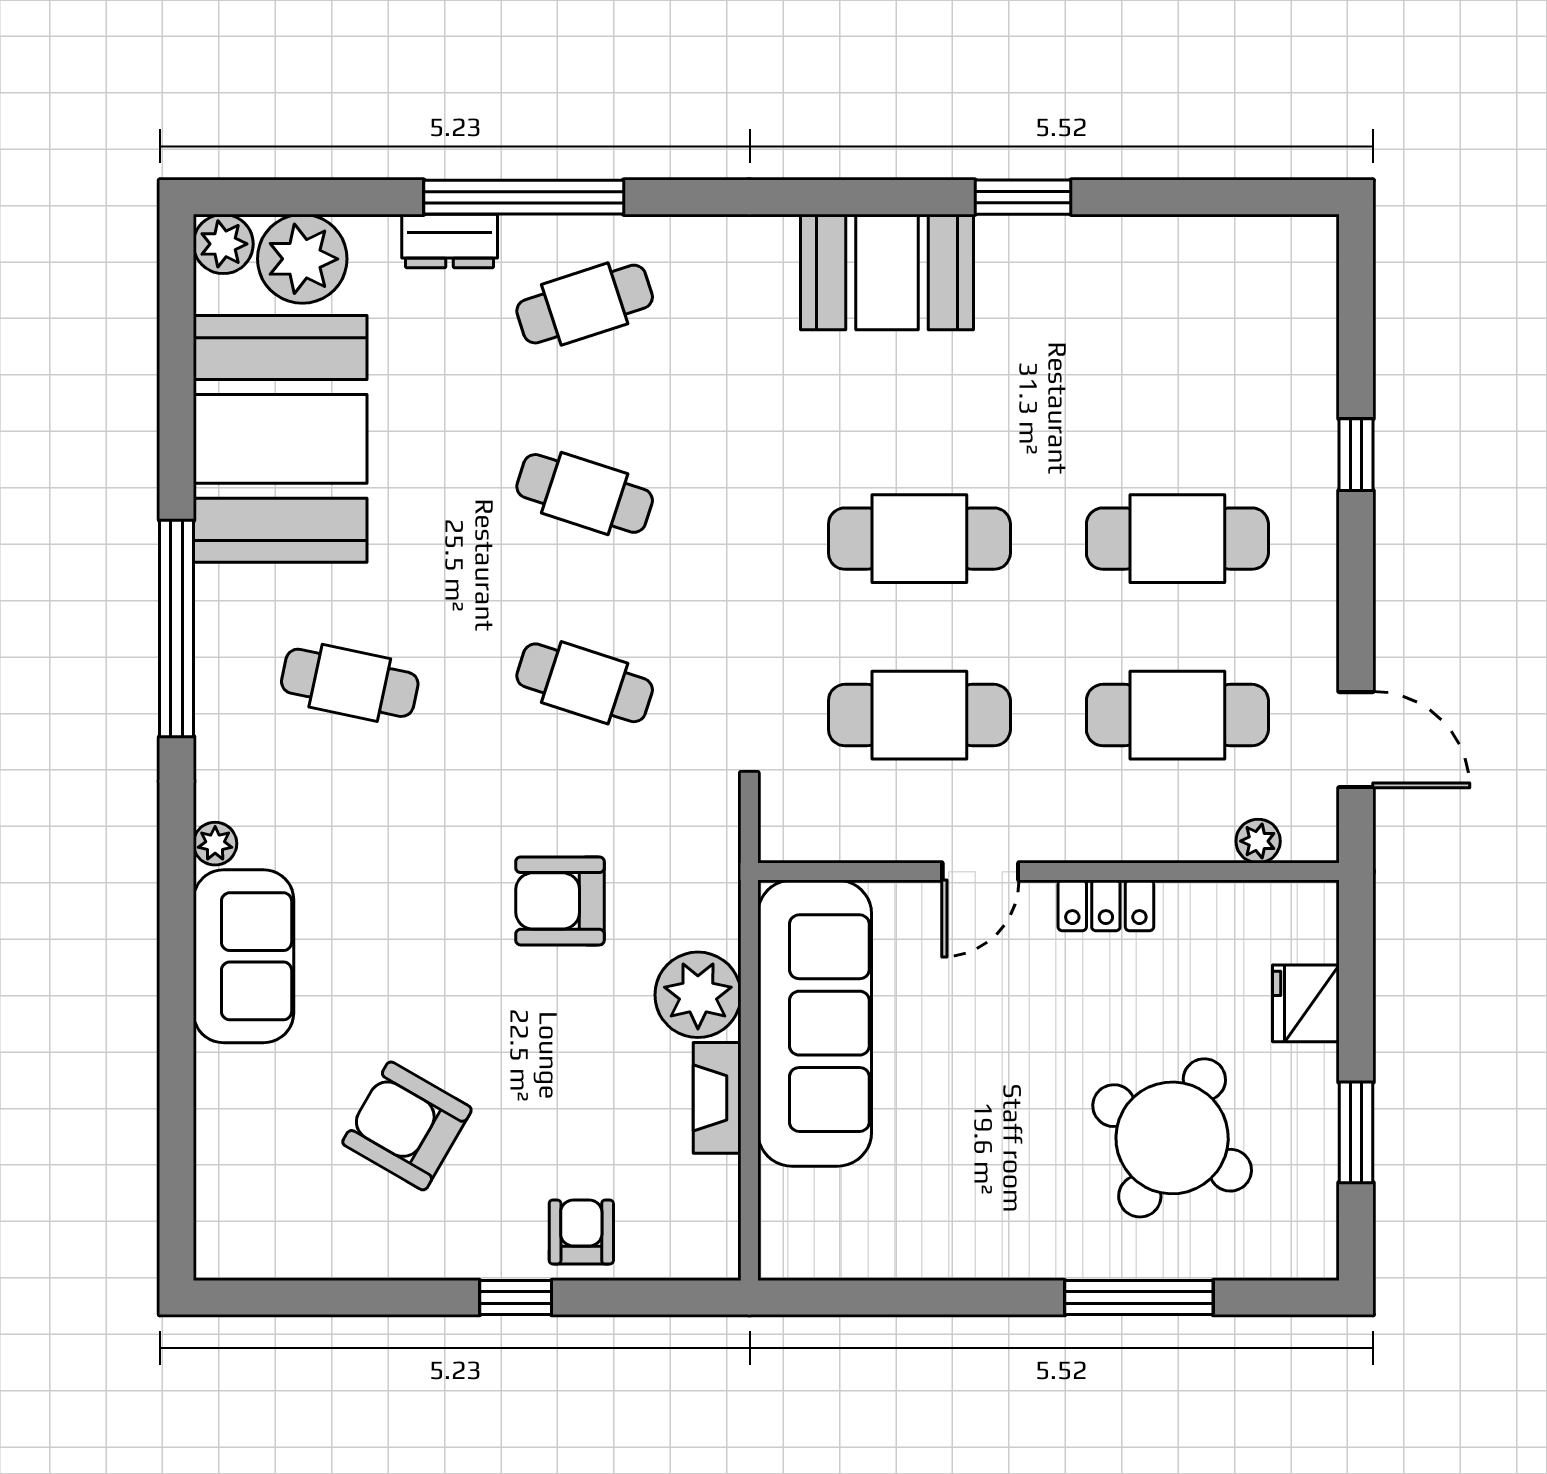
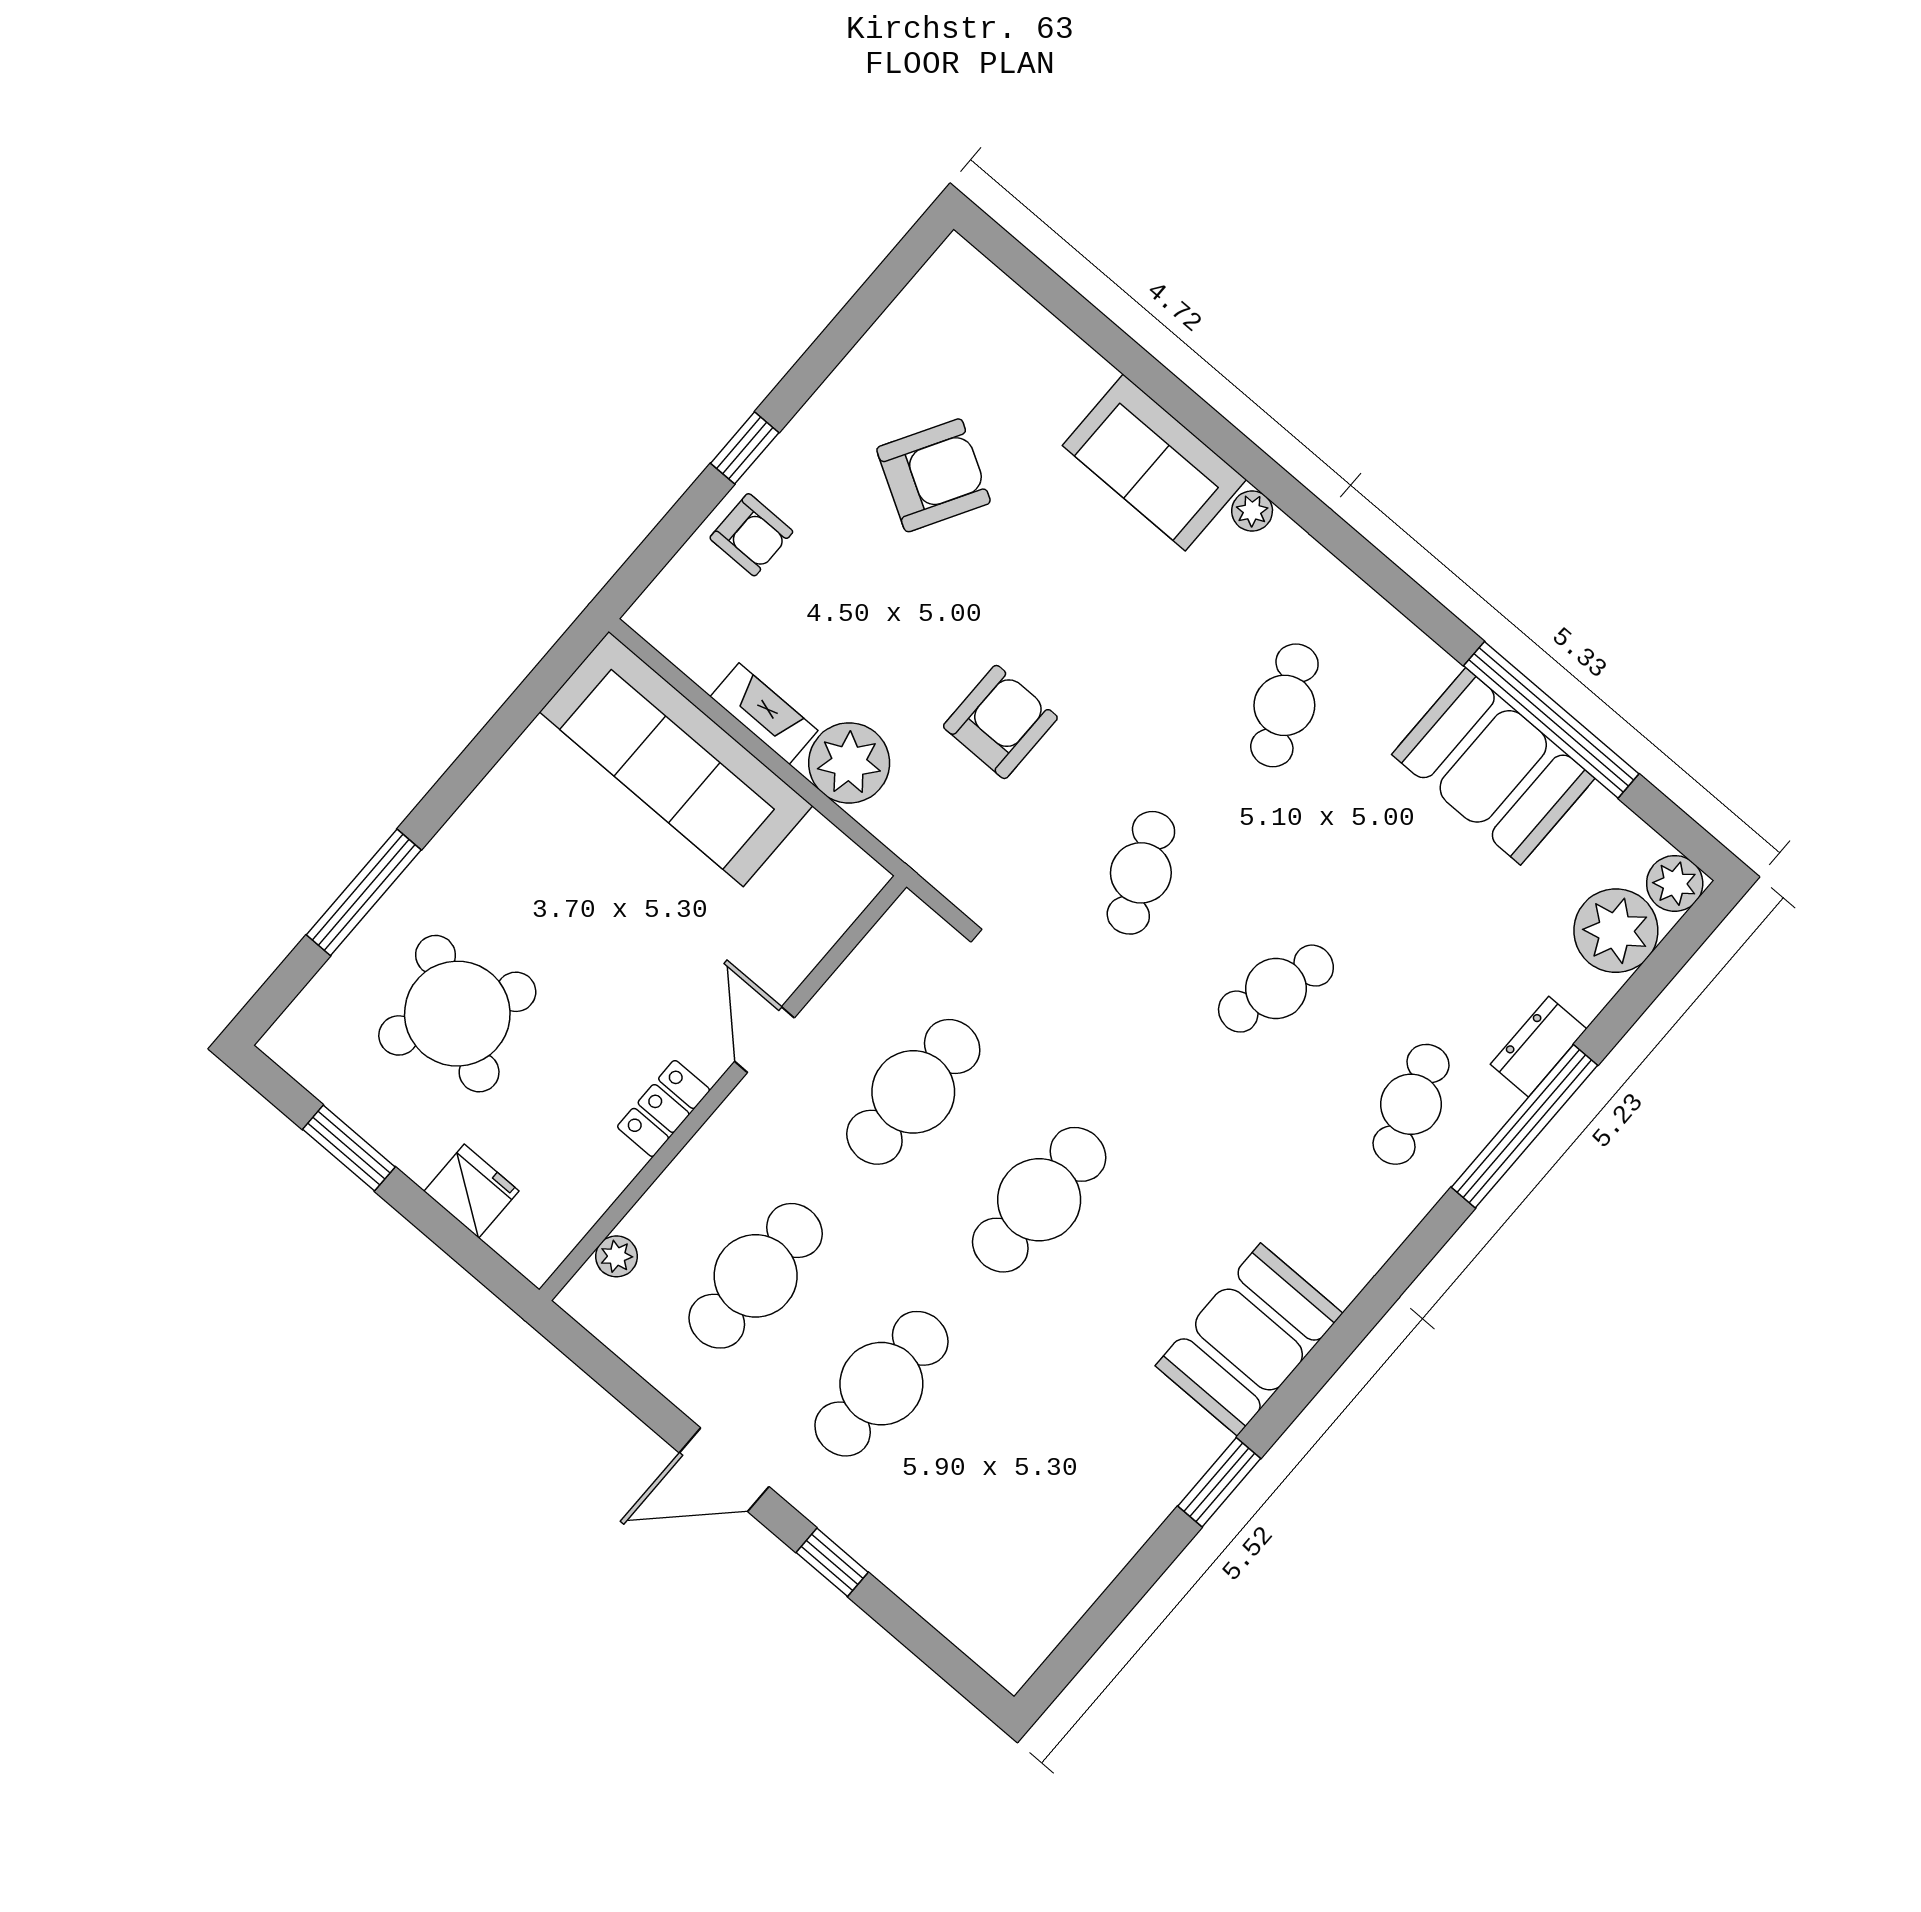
booth: (280, 439) -> (1493, 766), width x0.73, depth x0.70
window: (177, 629) -> (1551, 720), moved
cafe table: (350, 683) -> (1284, 705), turned -36
cafe table: (585, 683) -> (1141, 873), turned -42
door: (1356, 740) -> (724, 1470), moved
sofa: (815, 1023) -> (676, 759), moved

